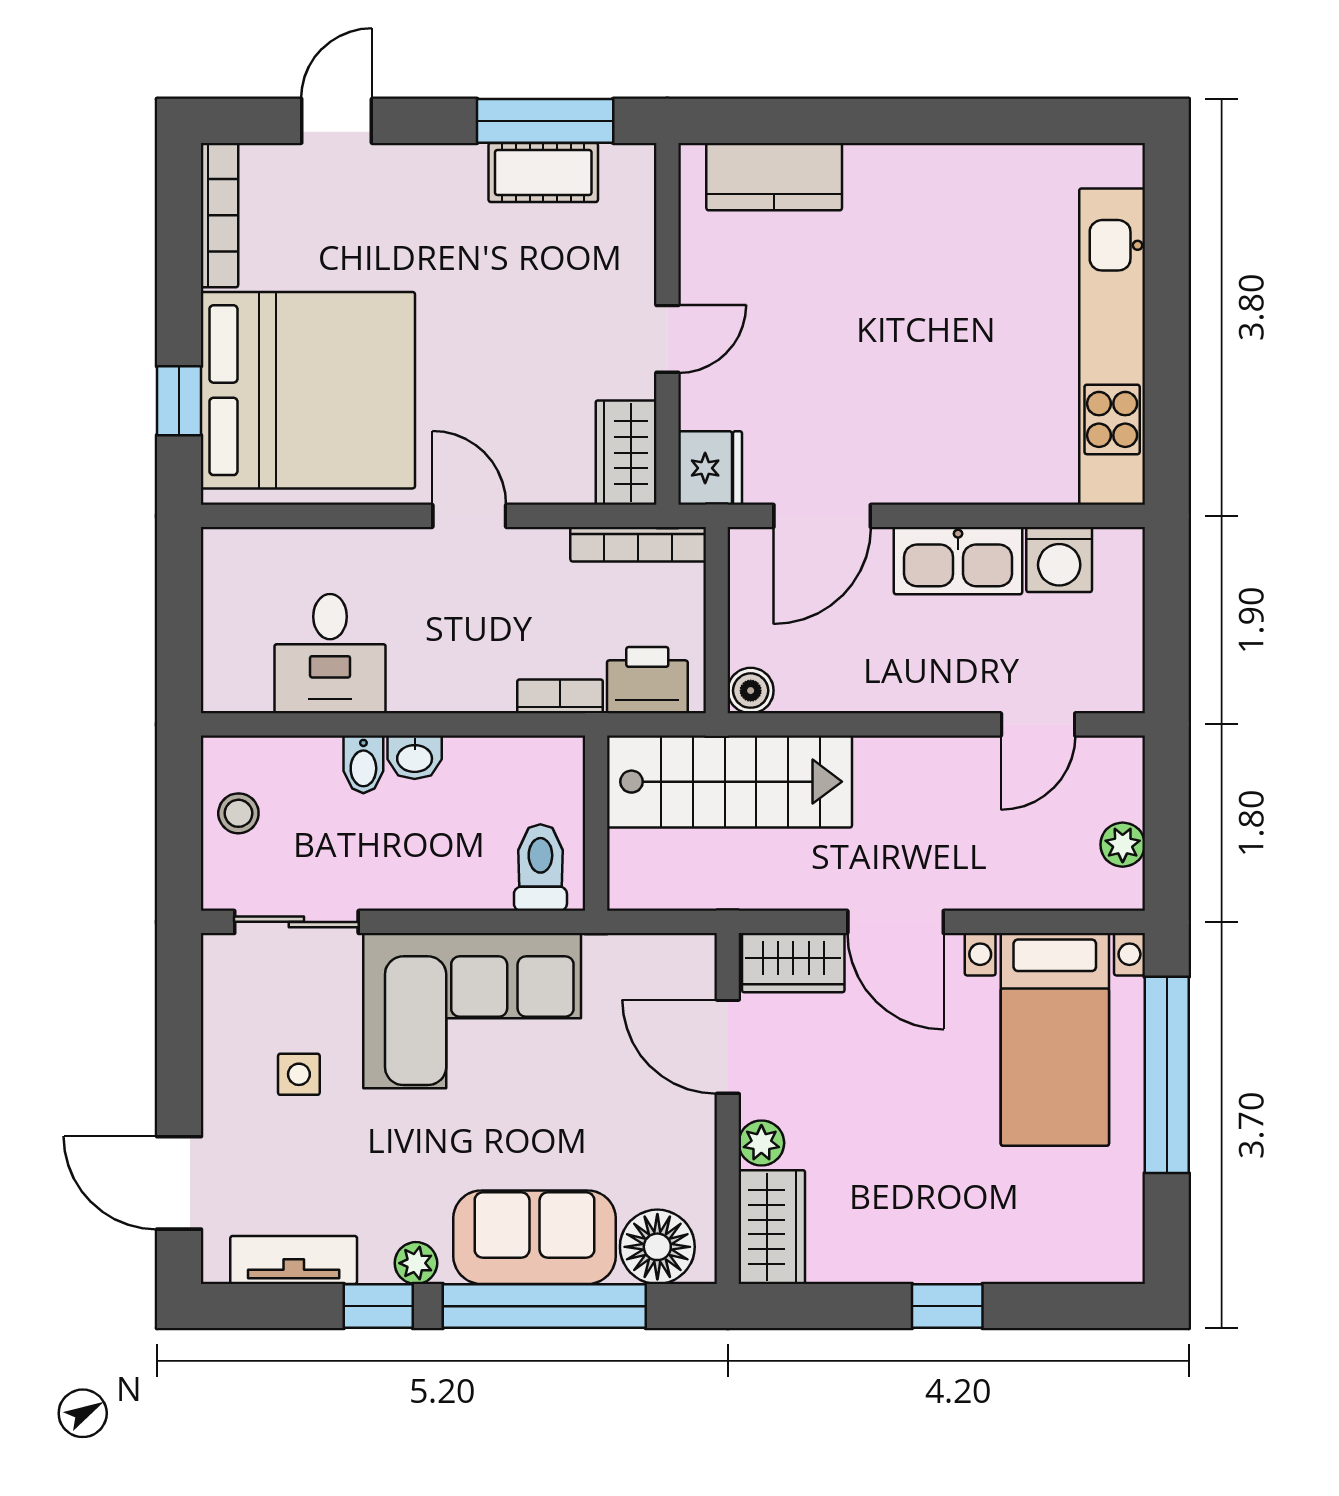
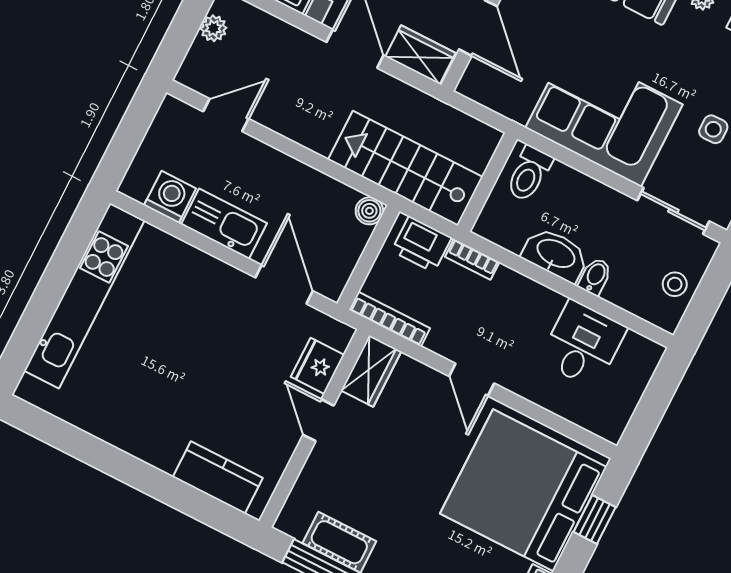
door: (667, 339) -> (318, 420), hinge flipped
fridge: (710, 468) -> (318, 366), moved
door: (822, 516) -> (284, 284), hinge flipped
washbasin: (415, 757) -> (555, 254), width x1.91, depth x1.45

